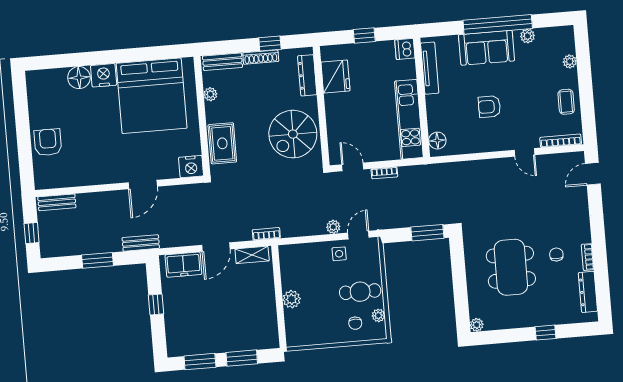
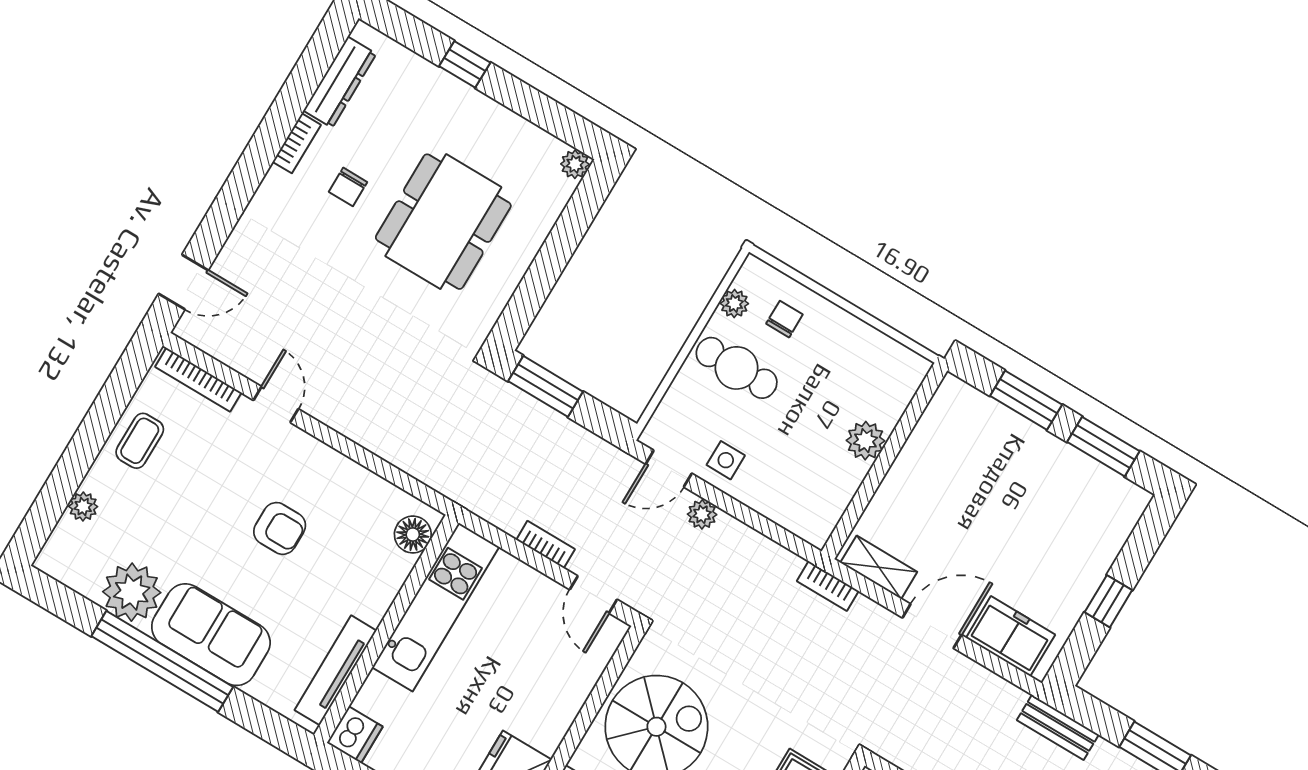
plant: (528, 36) -> (132, 592), width x1.88, depth x1.88

